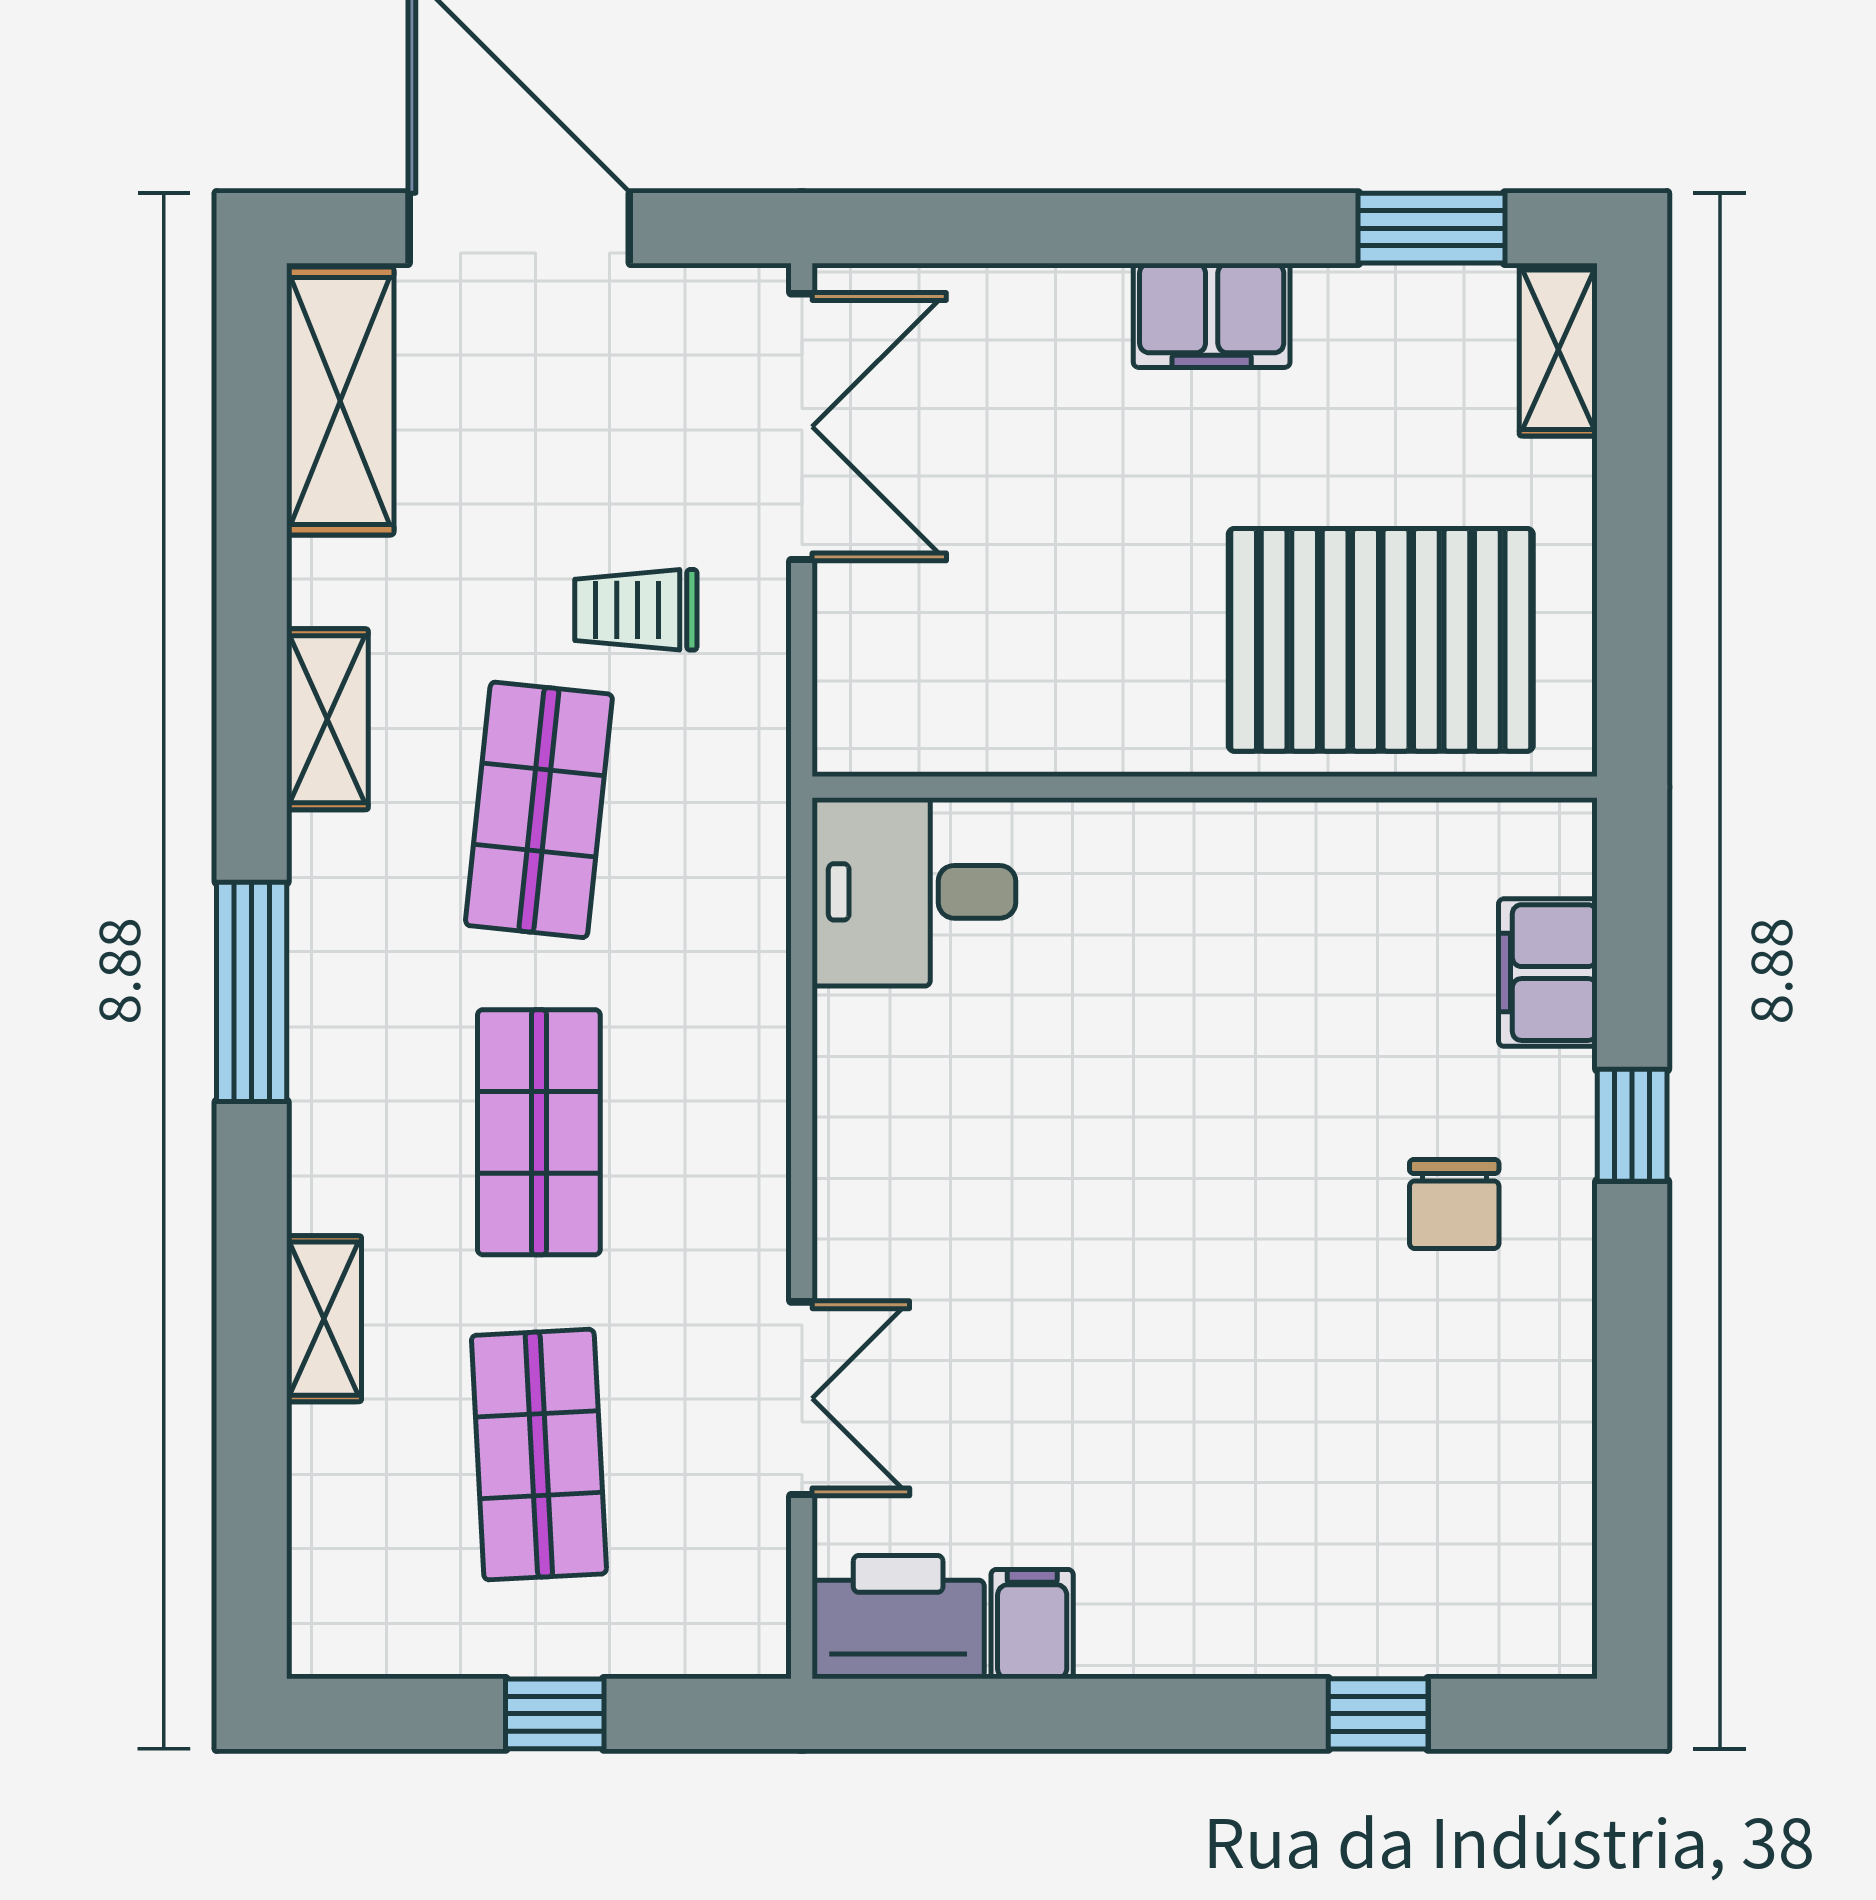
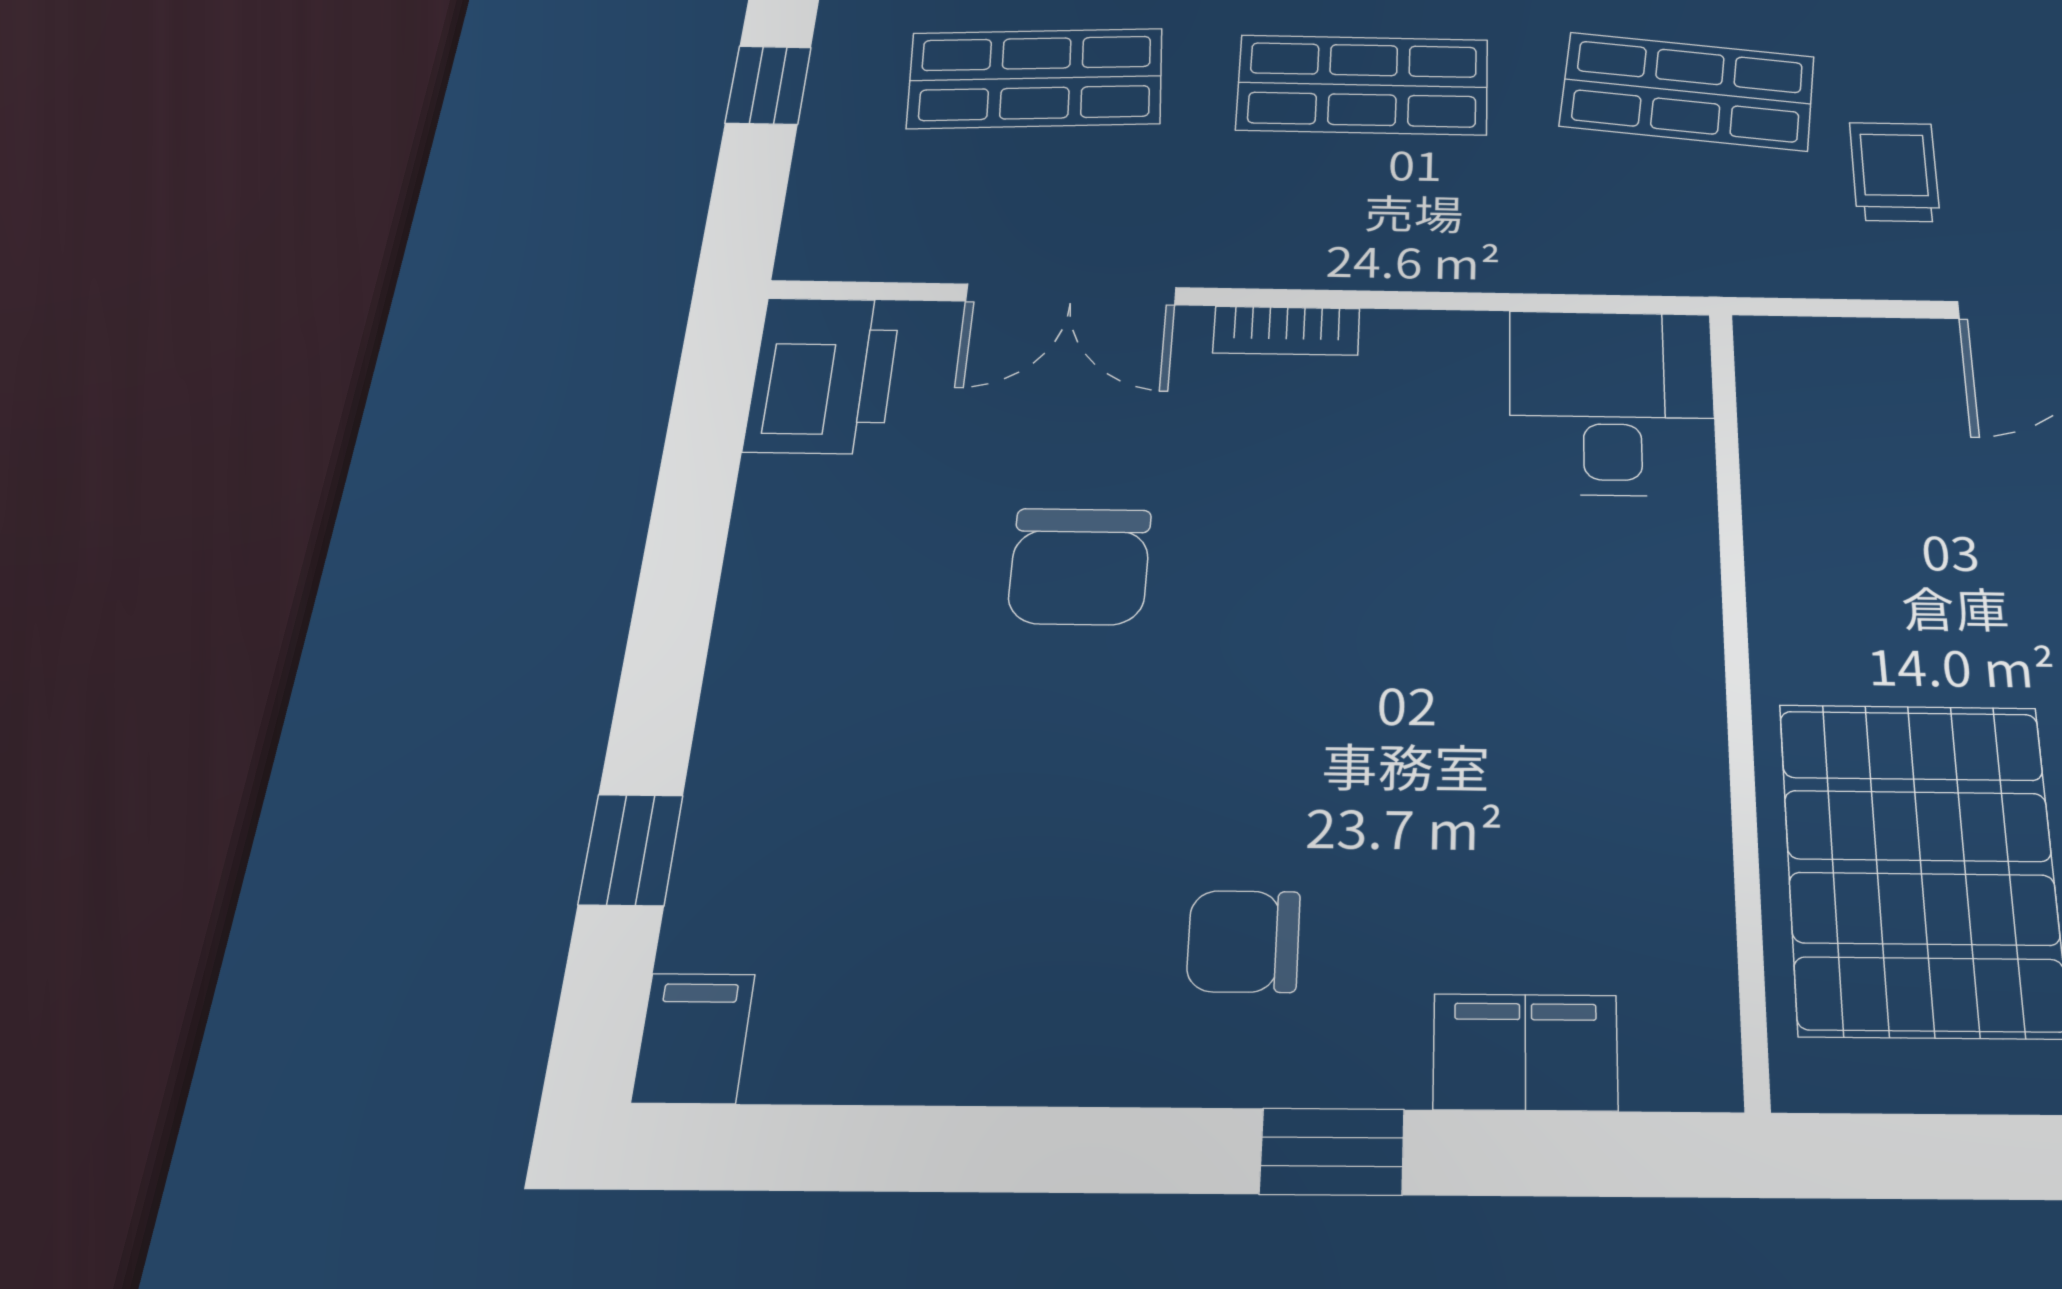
bookcase: (839, 1195) -> (1286, 331), added
chair: (1099, 1367) -> (1079, 566), added
filing cabinet: (1032, 1624) -> (693, 1038), moved, turned -90

